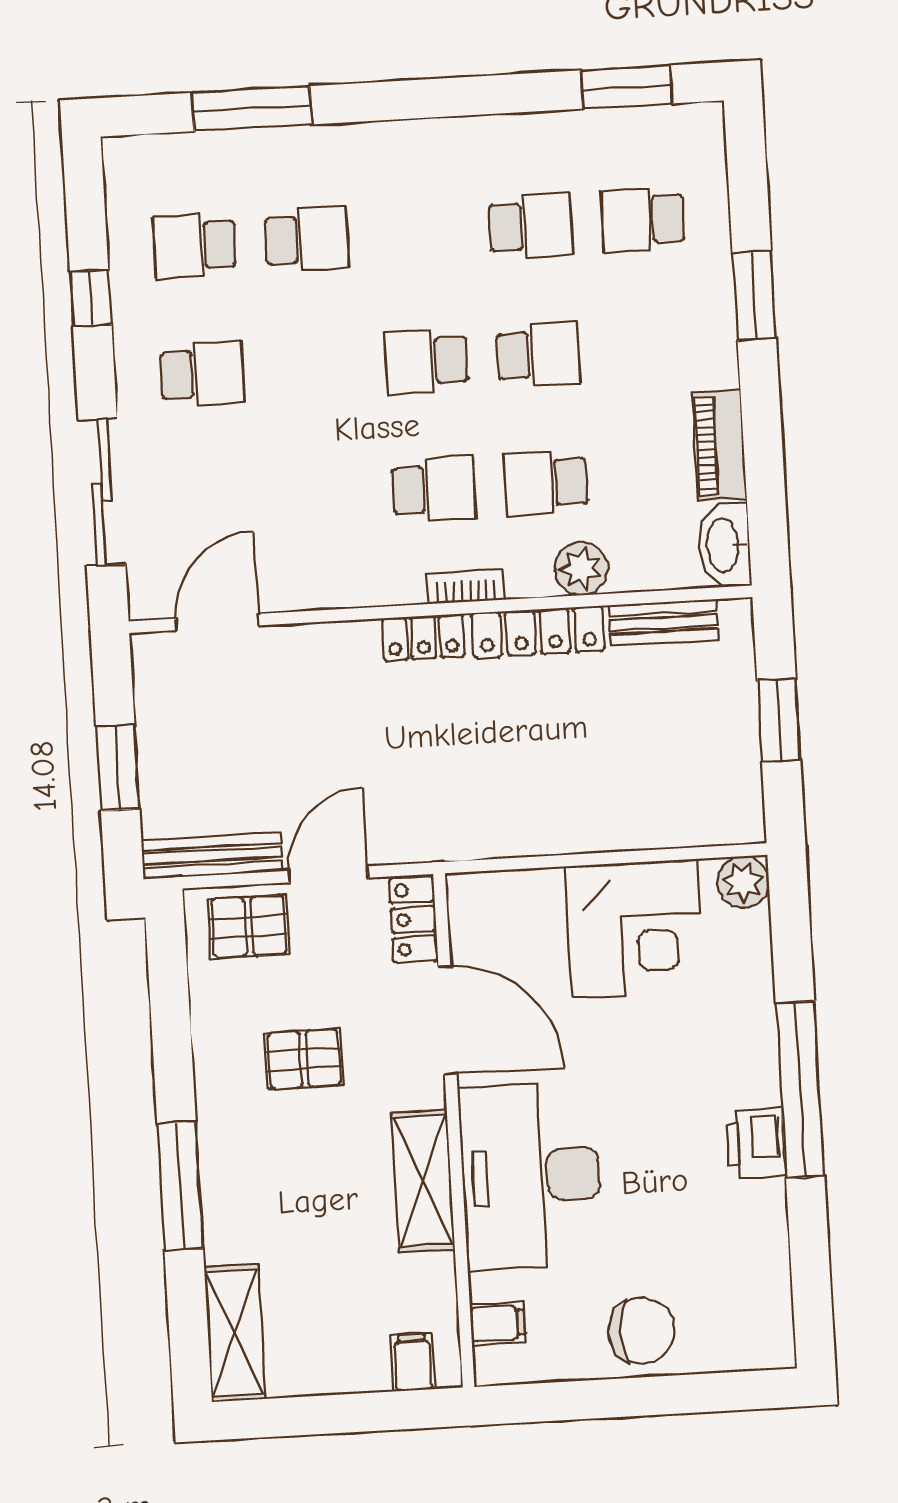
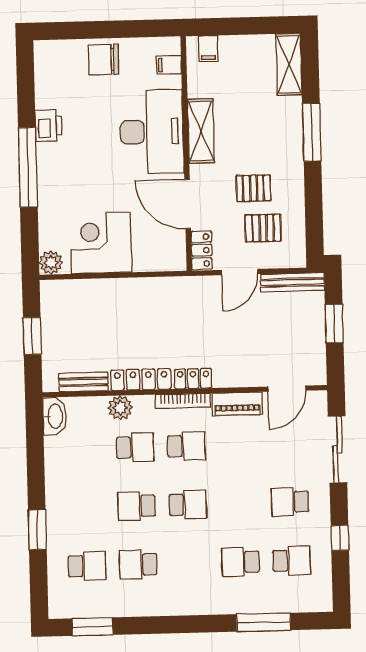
piano: (719, 445) -> (237, 404), moved, turned 90
school desk: (434, 489) -> (186, 446), turned 180
bookcase: (466, 587) -> (183, 401), width x1.56
pallet: (249, 927) -> (263, 228), moved
printer: (755, 1143) -> (48, 126), moved

